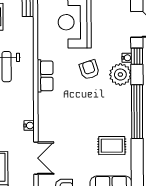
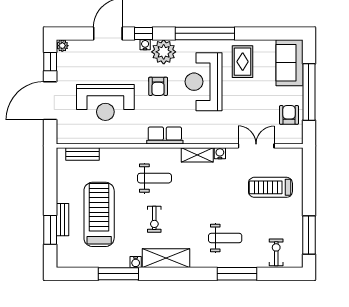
armchair: (89, 70) -> (158, 86), turned -72
shelving: (28, 105) -> (197, 155), added
reception desk: (94, 111) -> (204, 82), added

